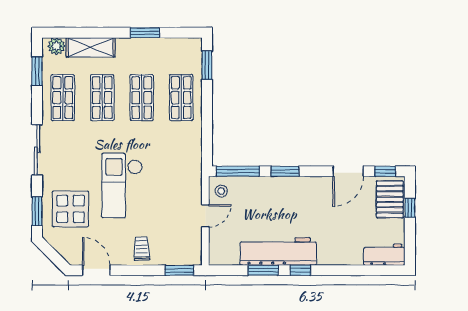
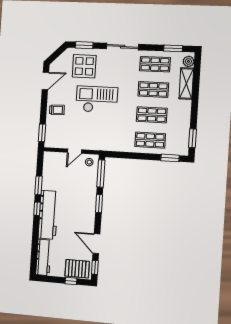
window: (145, 33) -> (192, 138), moved
door: (205, 216) -> (74, 151), hinge flipped
workbench: (278, 251) -> (48, 215), moved
workbench: (384, 255) -> (43, 257), width x1.38

